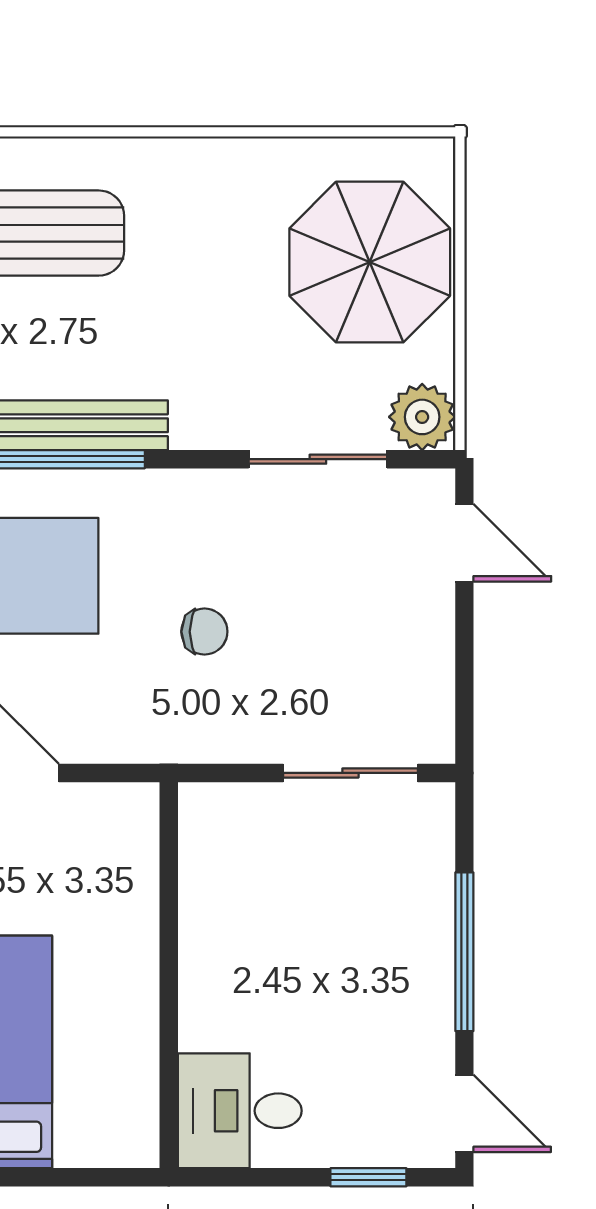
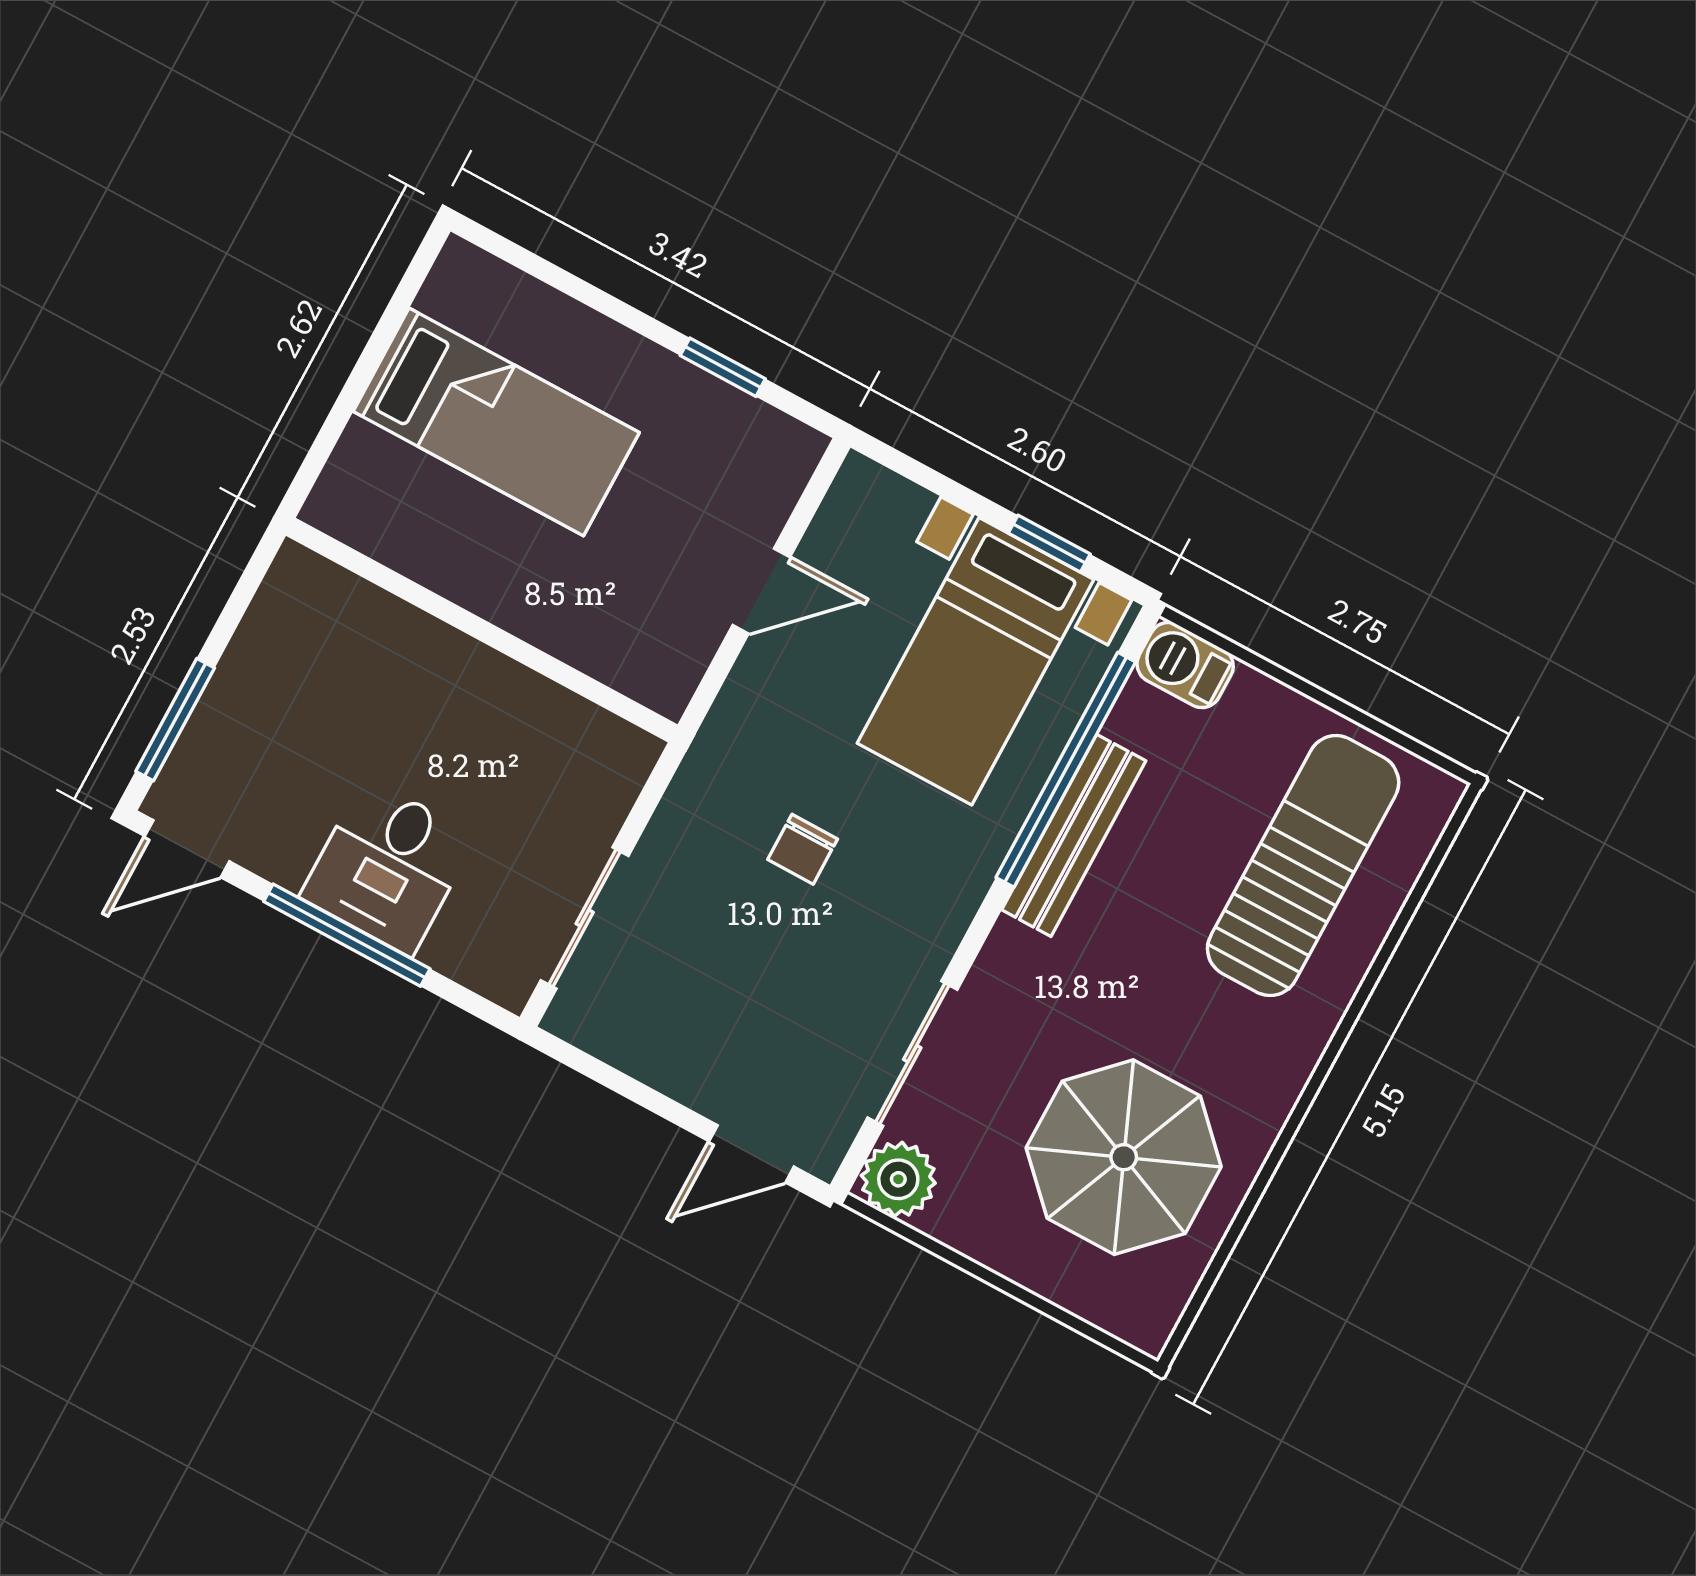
parasol: (370, 262) -> (1124, 1157), moved
desk: (240, 1111) -> (388, 867), moved, turned 180
window: (368, 1177) -> (175, 720), width x1.50

